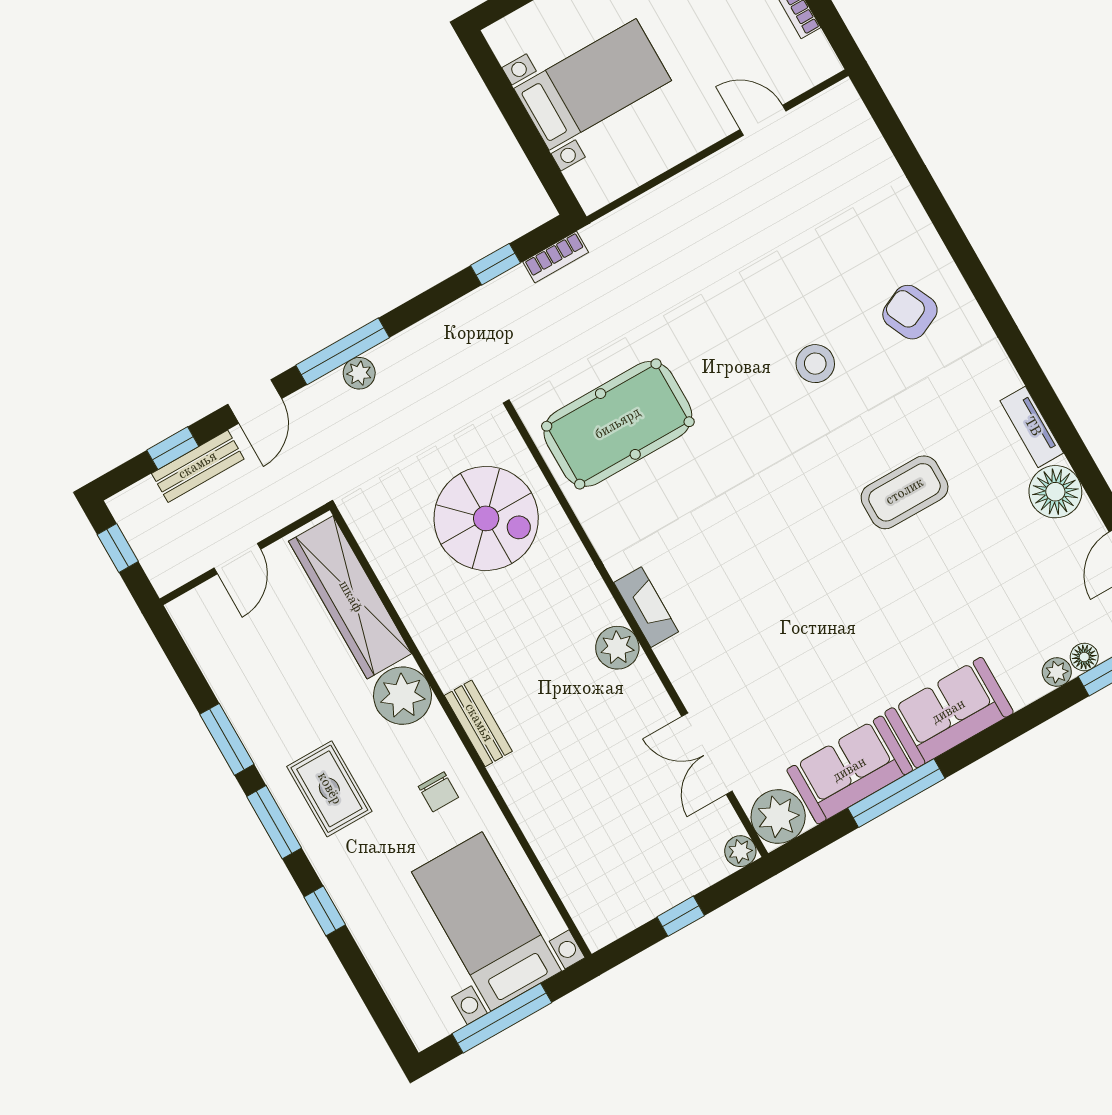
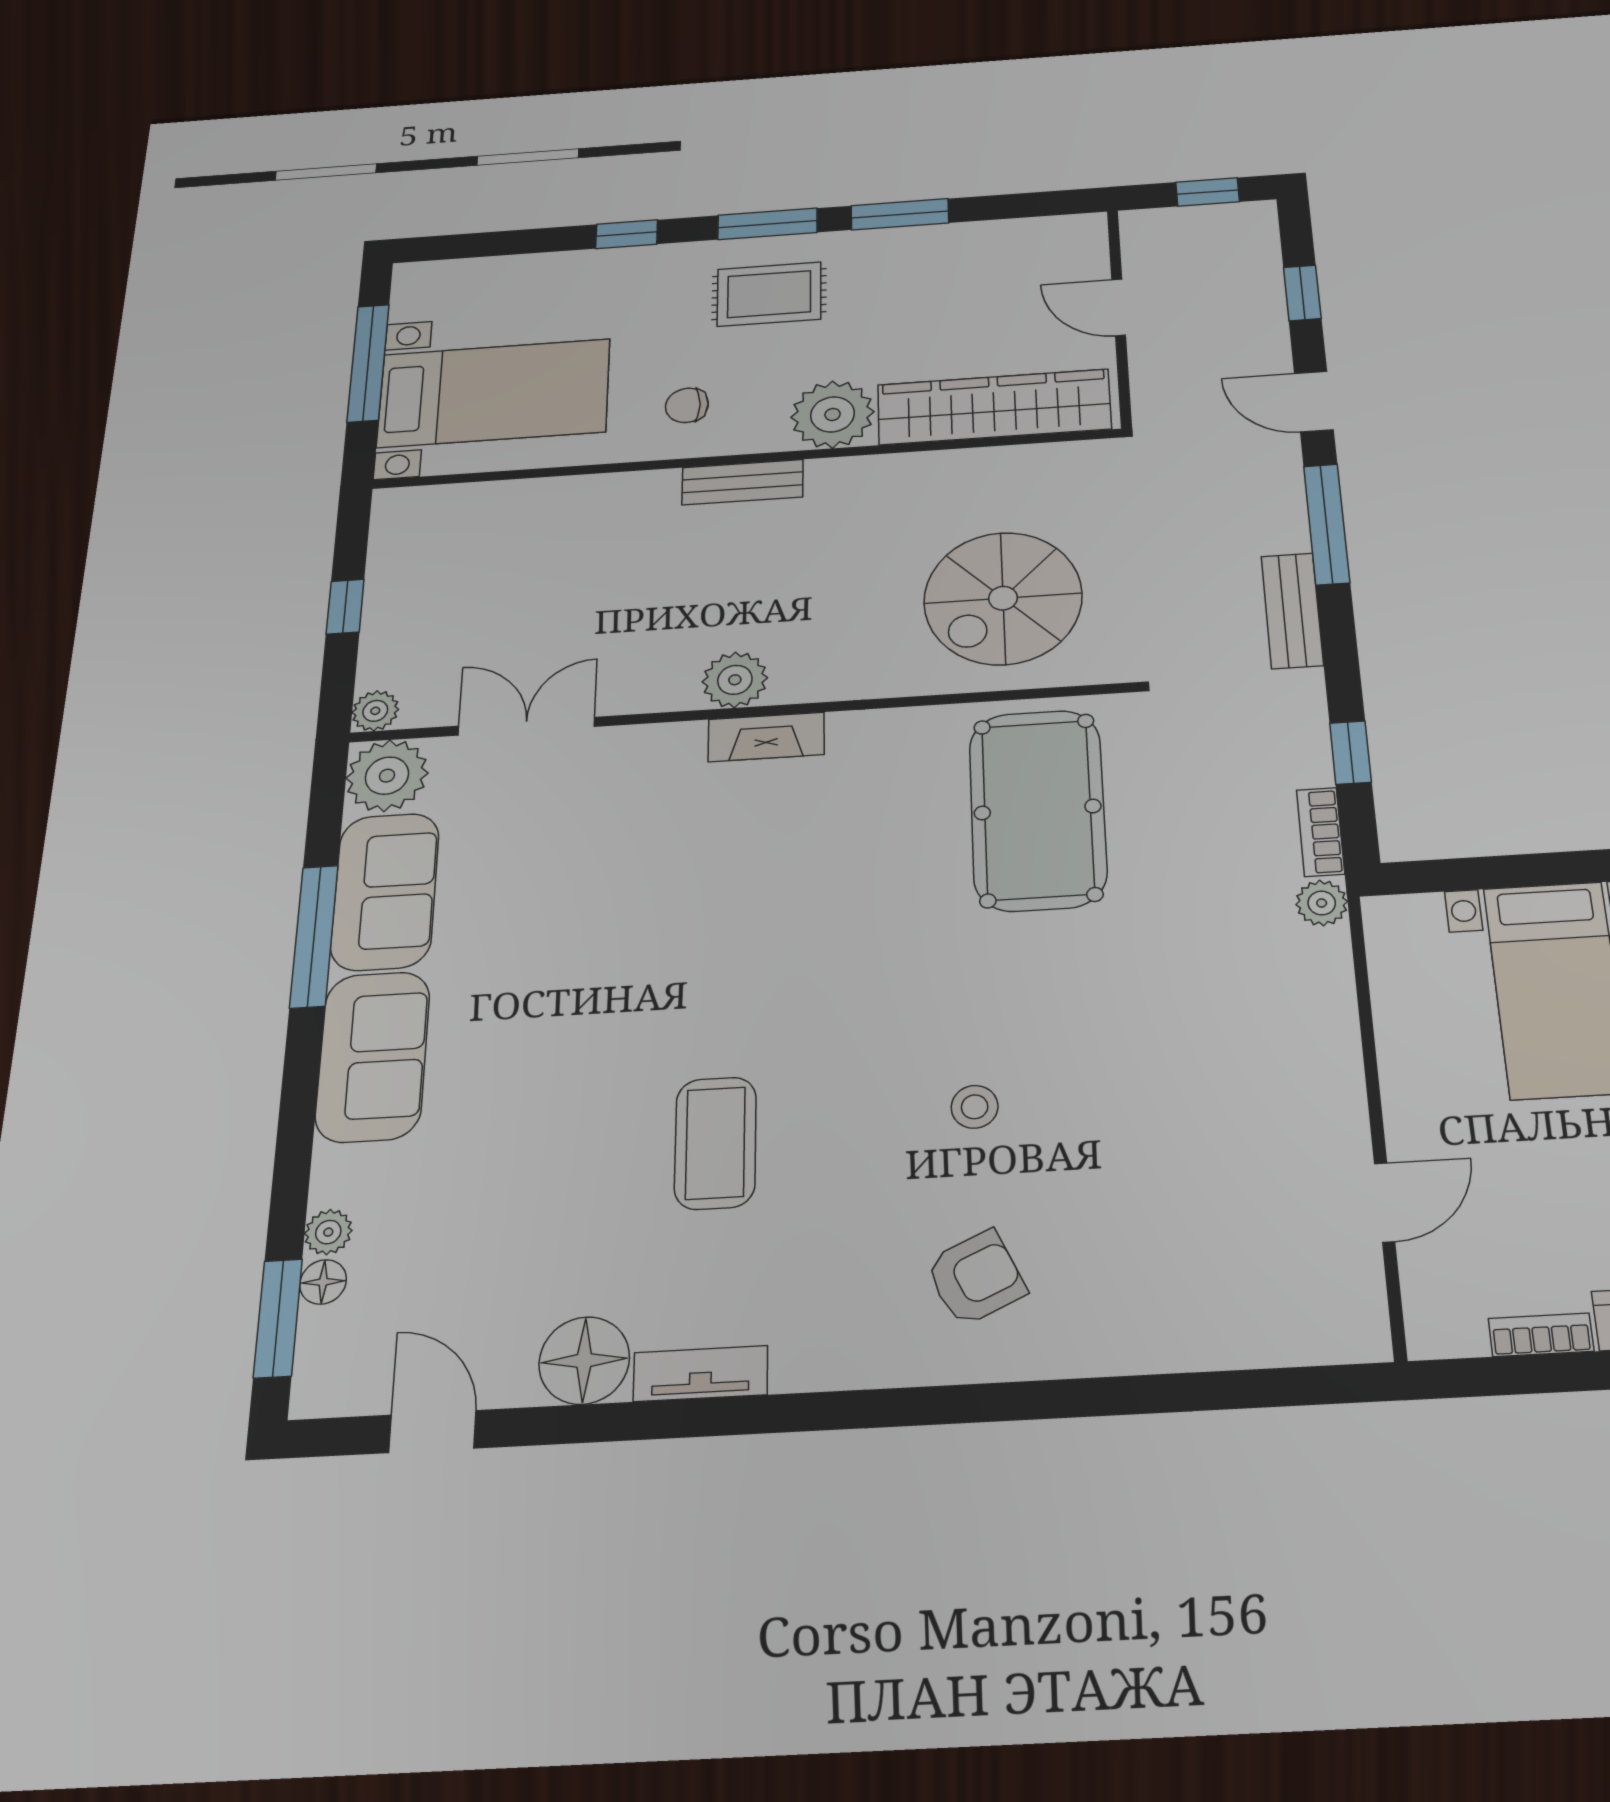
stool: (815, 364) -> (975, 1107), width x0.73, depth x0.73
plant: (359, 373) -> (1322, 903), moved
bench: (198, 466) -> (1292, 611), moved

